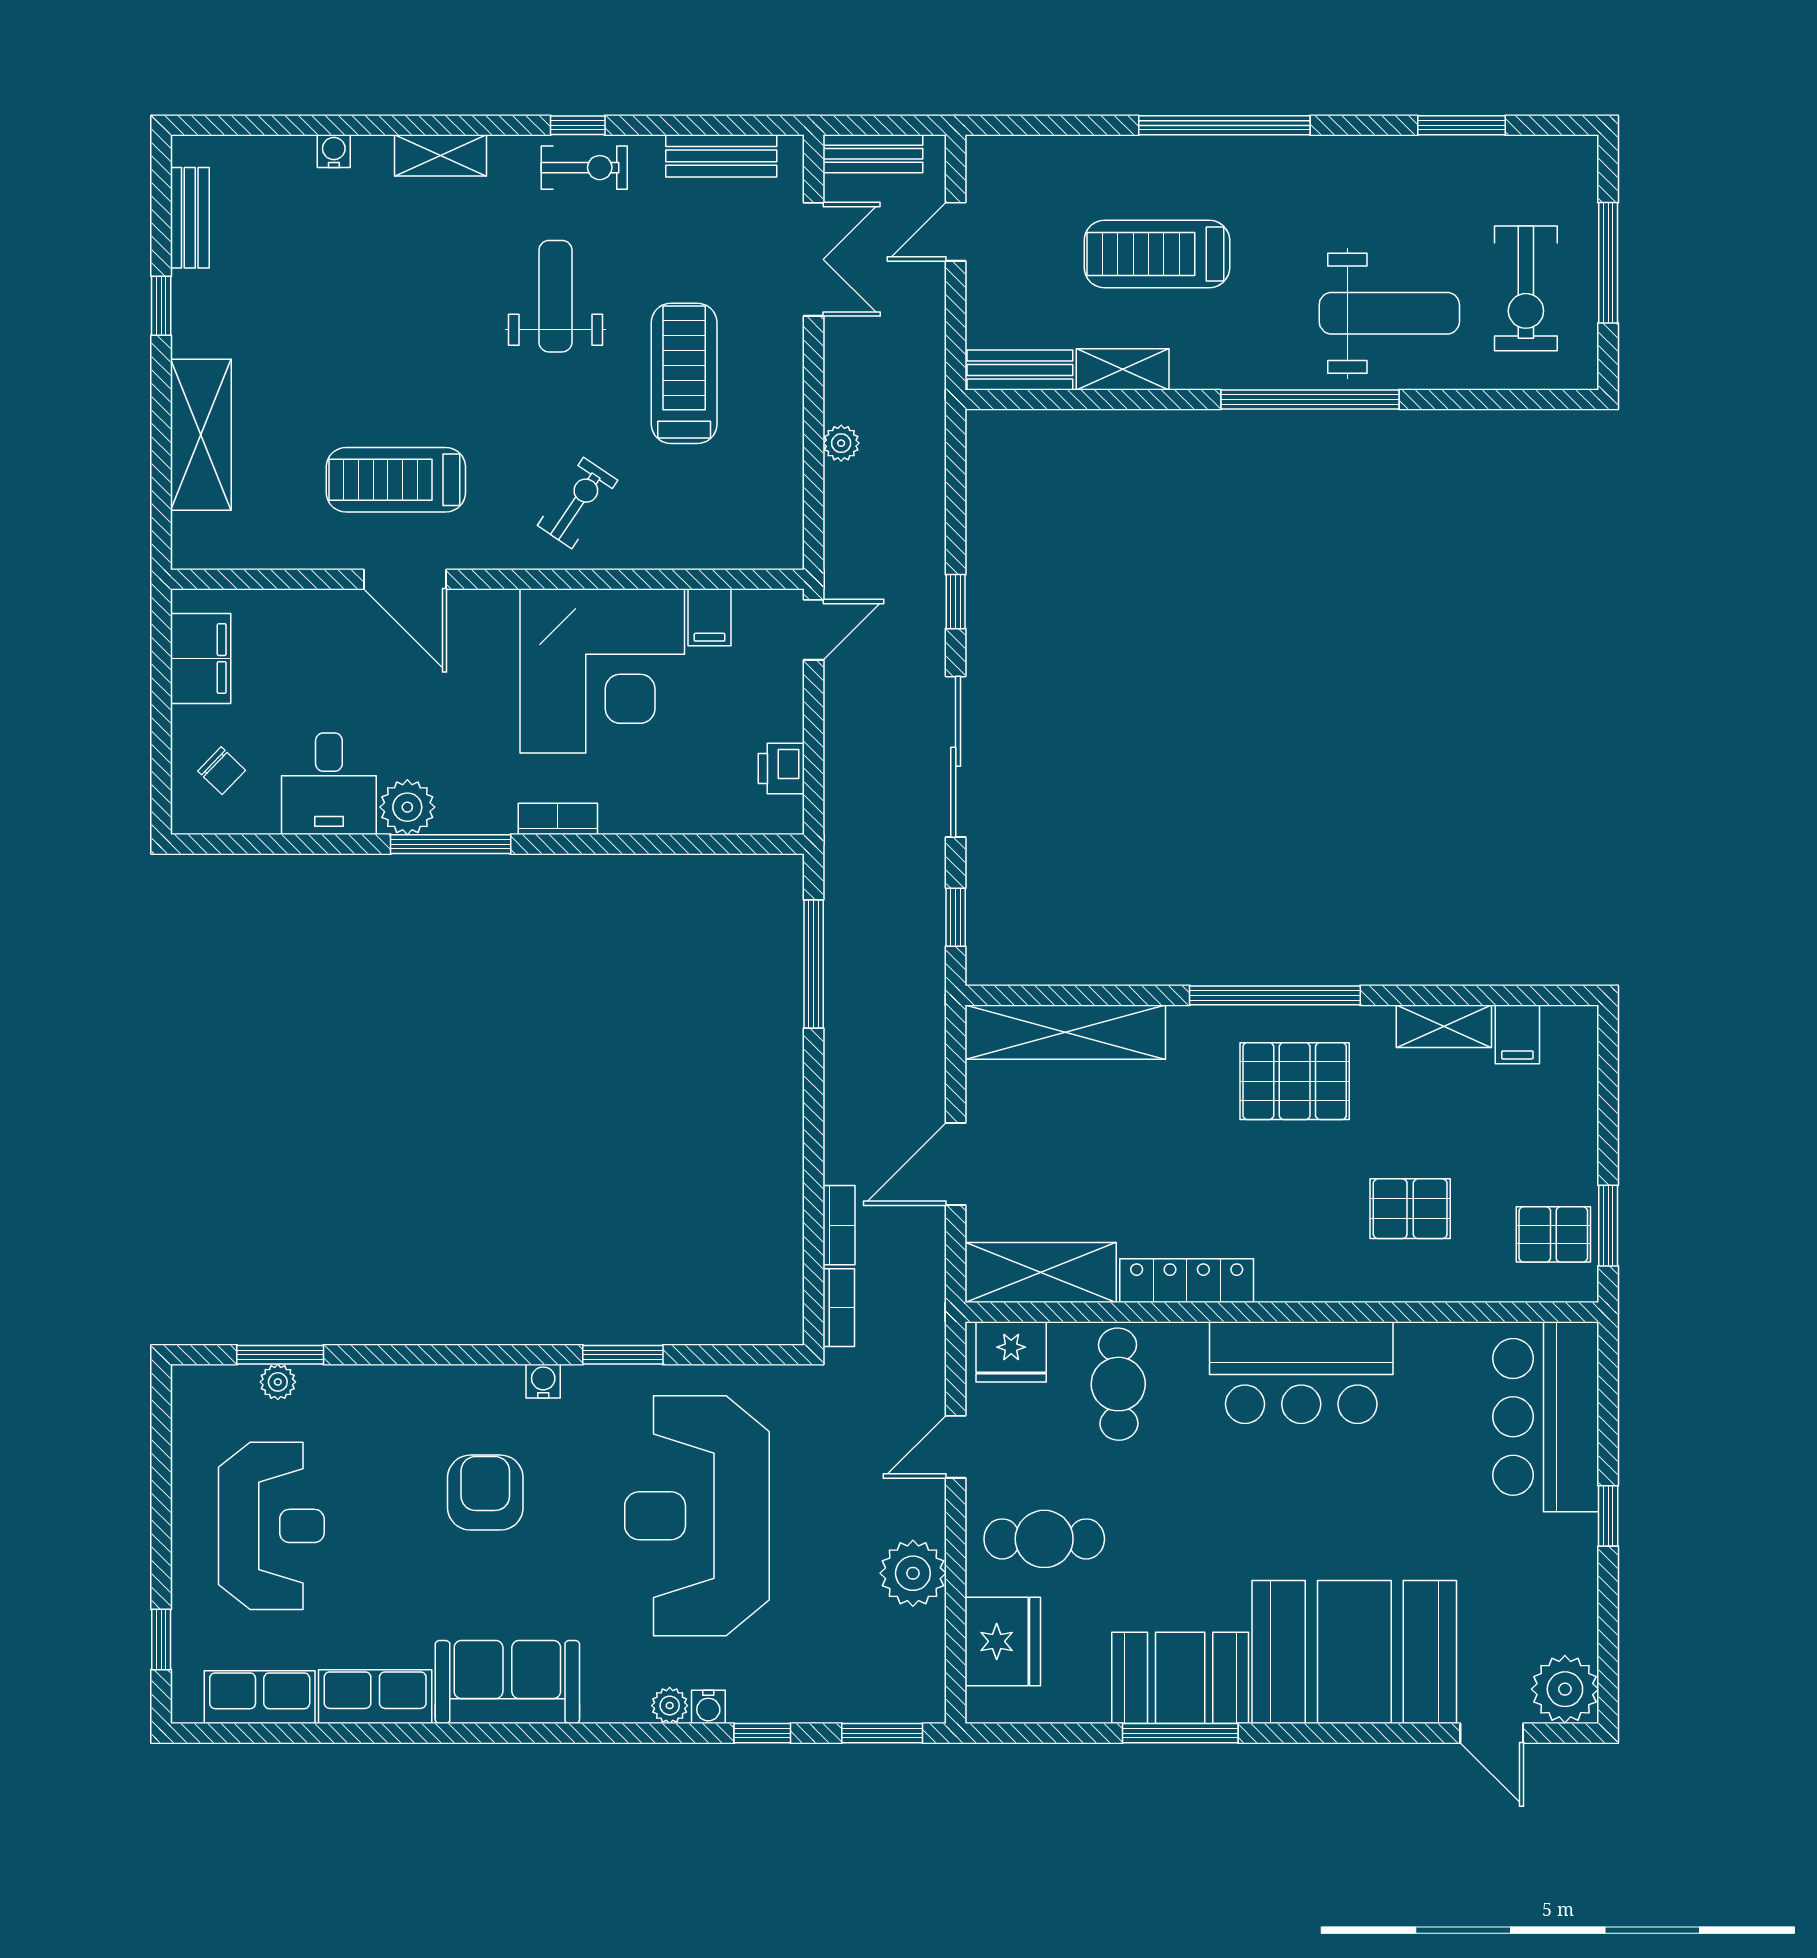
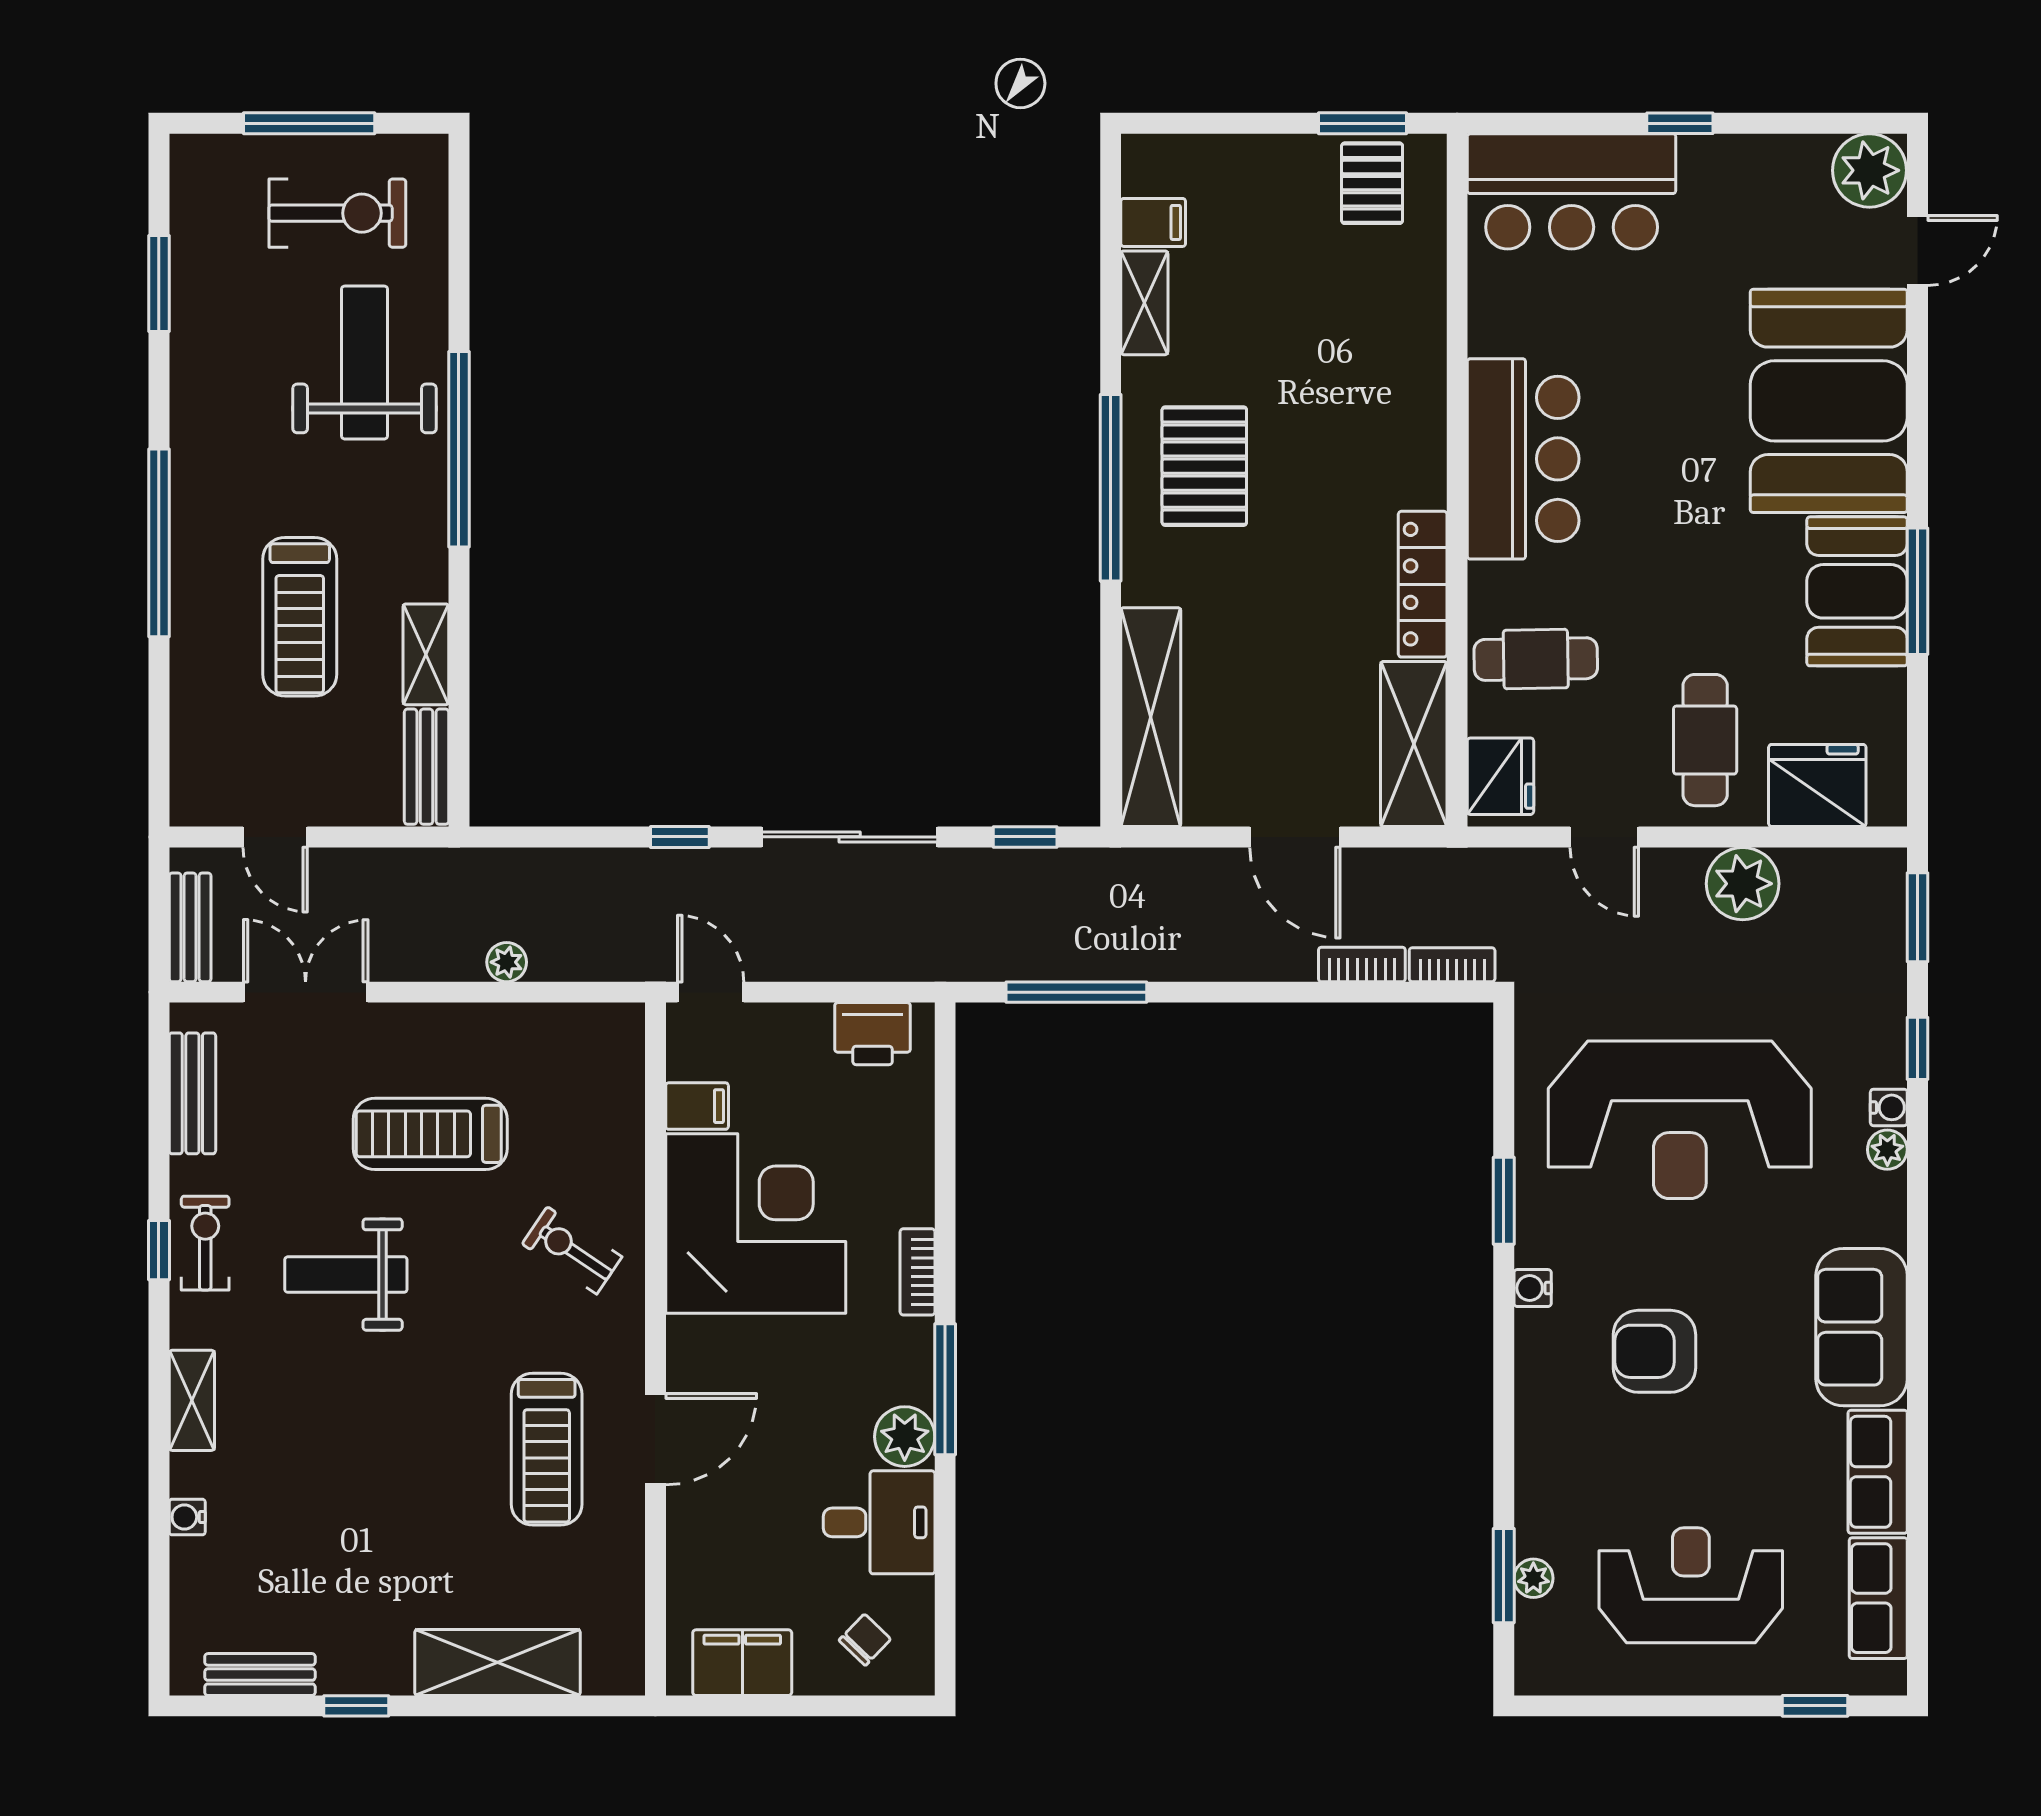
printer: (781, 769) -> (873, 1034), width x1.36, depth x1.24
pallet: (1410, 1209) -> (1344, 340), removed

